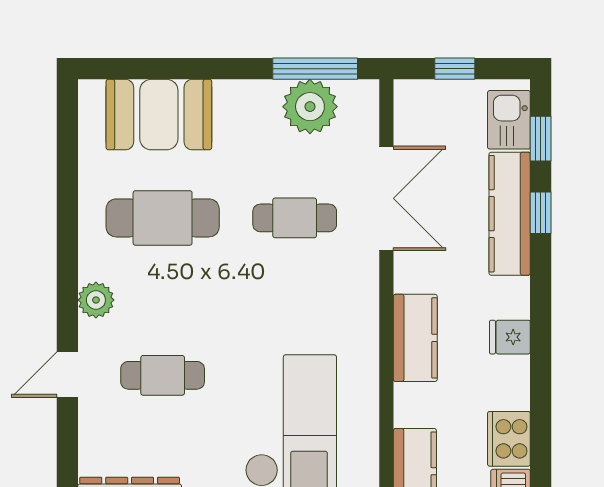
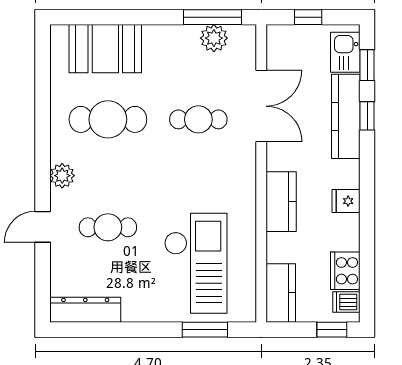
plant: (310, 107) -> (214, 38), width x0.73, depth x0.73

